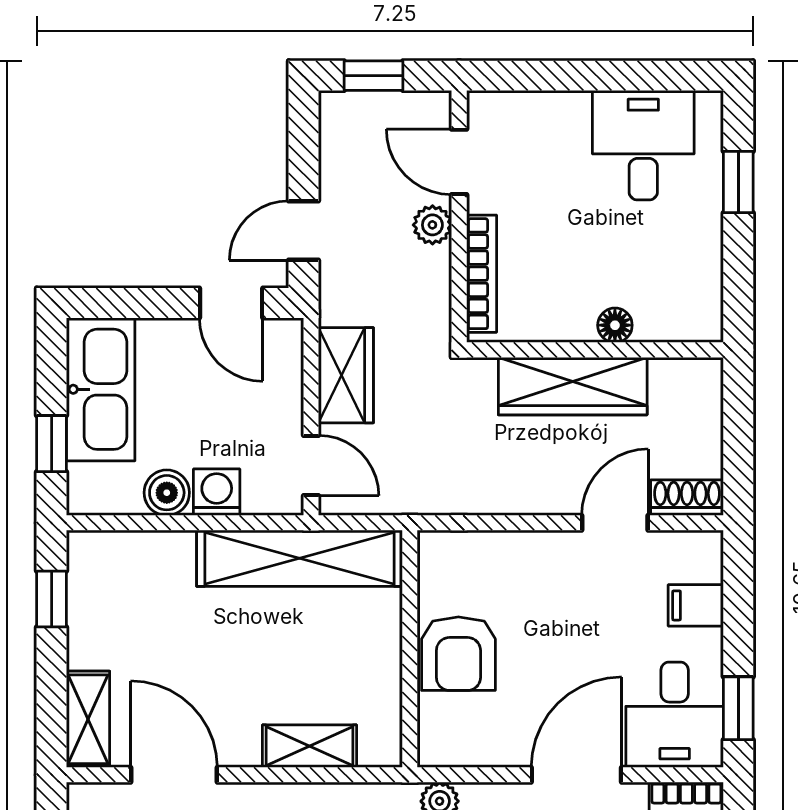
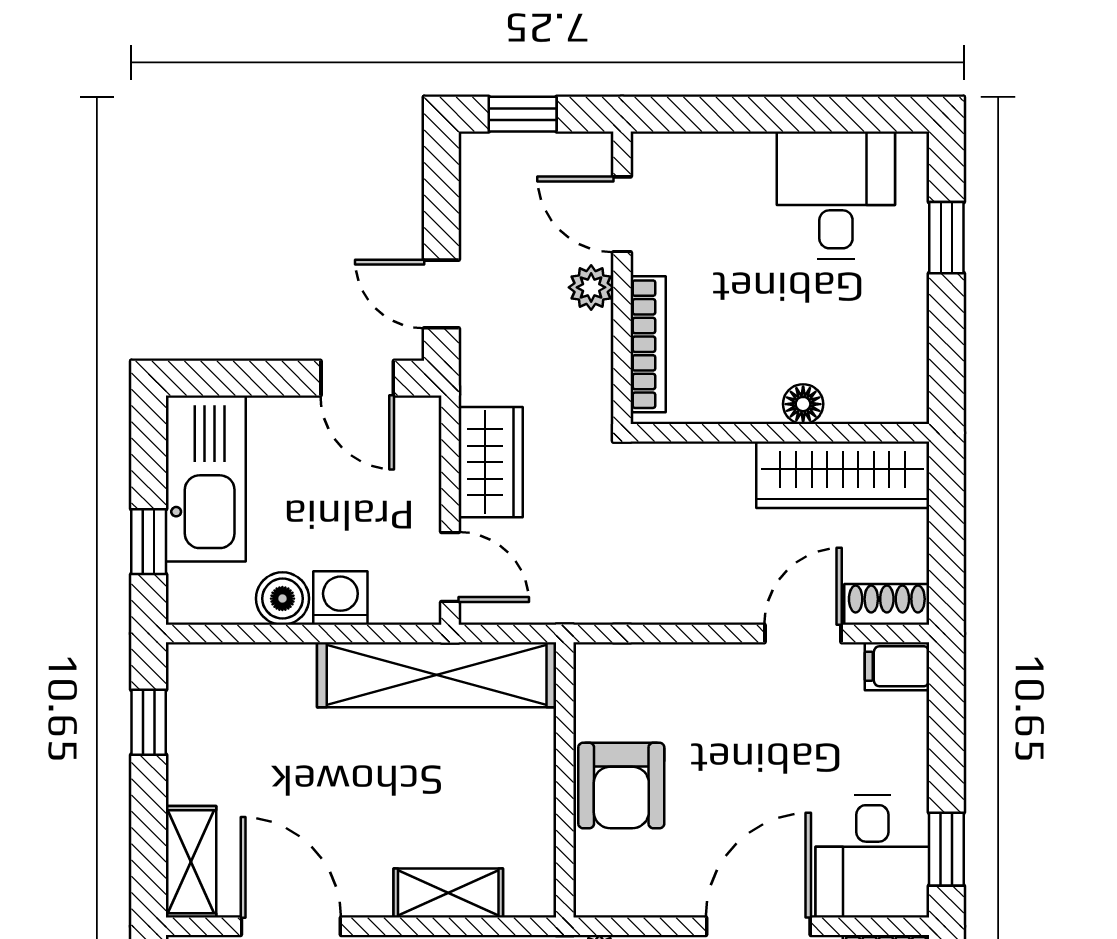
door: (304, 231) -> (441, 294), hinge flipped
wardrobe: (573, 386) -> (843, 475), moved
filing cabinet: (696, 605) -> (897, 666), moved

